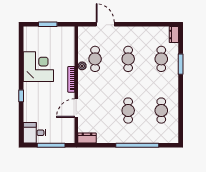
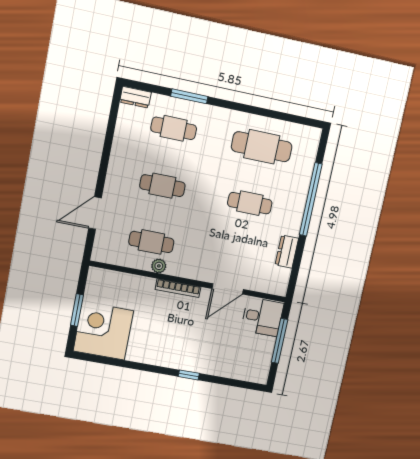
corner desk: (38, 67) -> (103, 331), moved
door: (76, 108) -> (228, 289), hinge flipped
cafe table: (161, 111) -> (262, 147), width x1.37, depth x1.35
desk: (34, 133) -> (262, 317), moved, turned -90
dresser: (87, 138) -> (287, 252), moved

